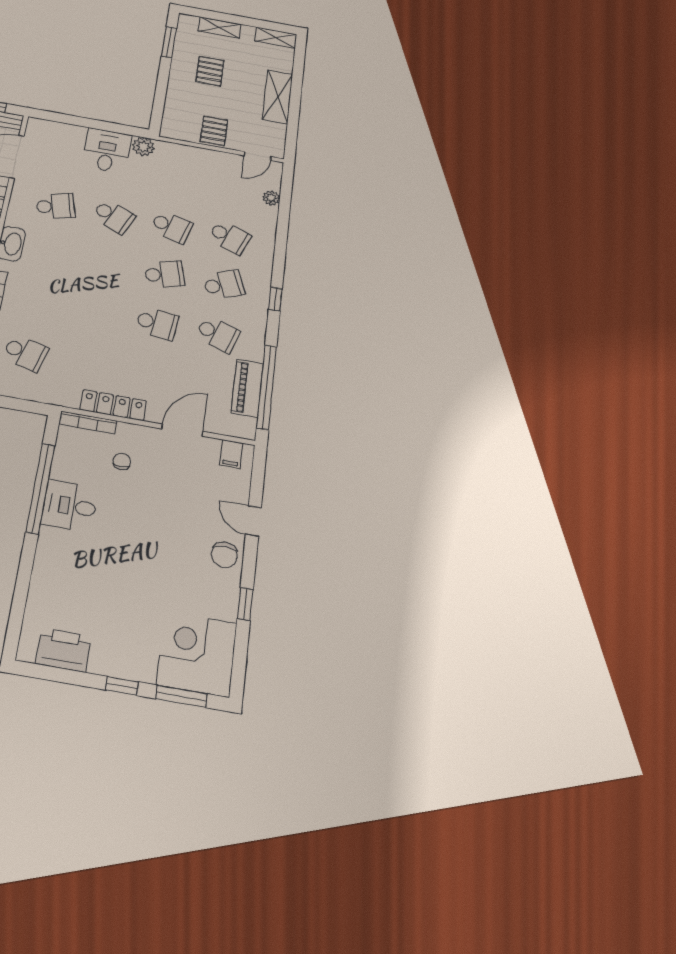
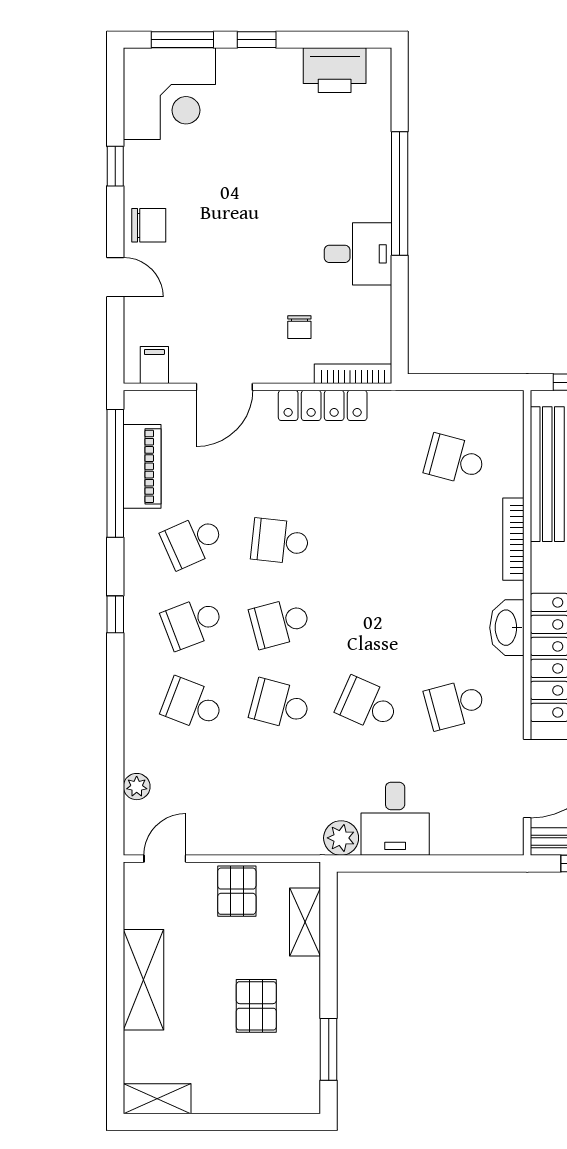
shelving: (220, 28) -> (305, 922), moved, turned 90
school desk: (218, 334) -> (193, 541), turned -42
window: (40, 488) -> (400, 194), moved
chair: (224, 555) -> (149, 225), turned 90

